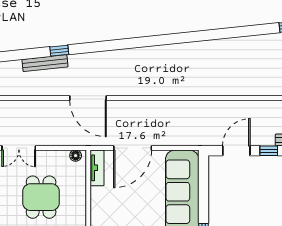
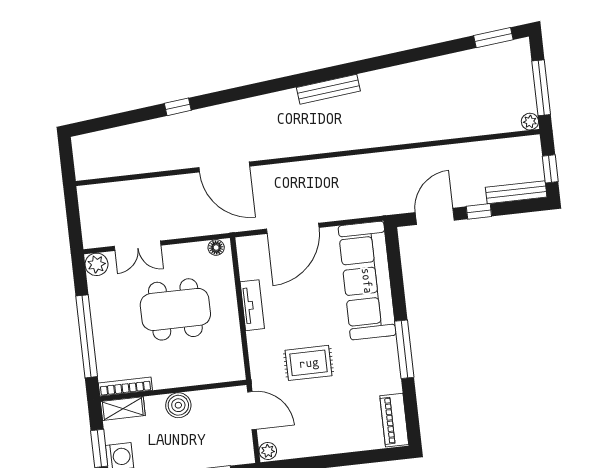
bench: (45, 63) -> (328, 89), moved
tv unit: (97, 168) -> (252, 305), moved
dining table: (41, 197) -> (175, 309), width x1.38

